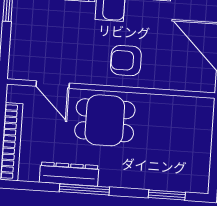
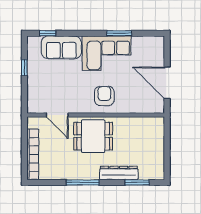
armchair: (126, 61) -> (104, 96), turned 90
dresser: (69, 174) -> (119, 173), moved

